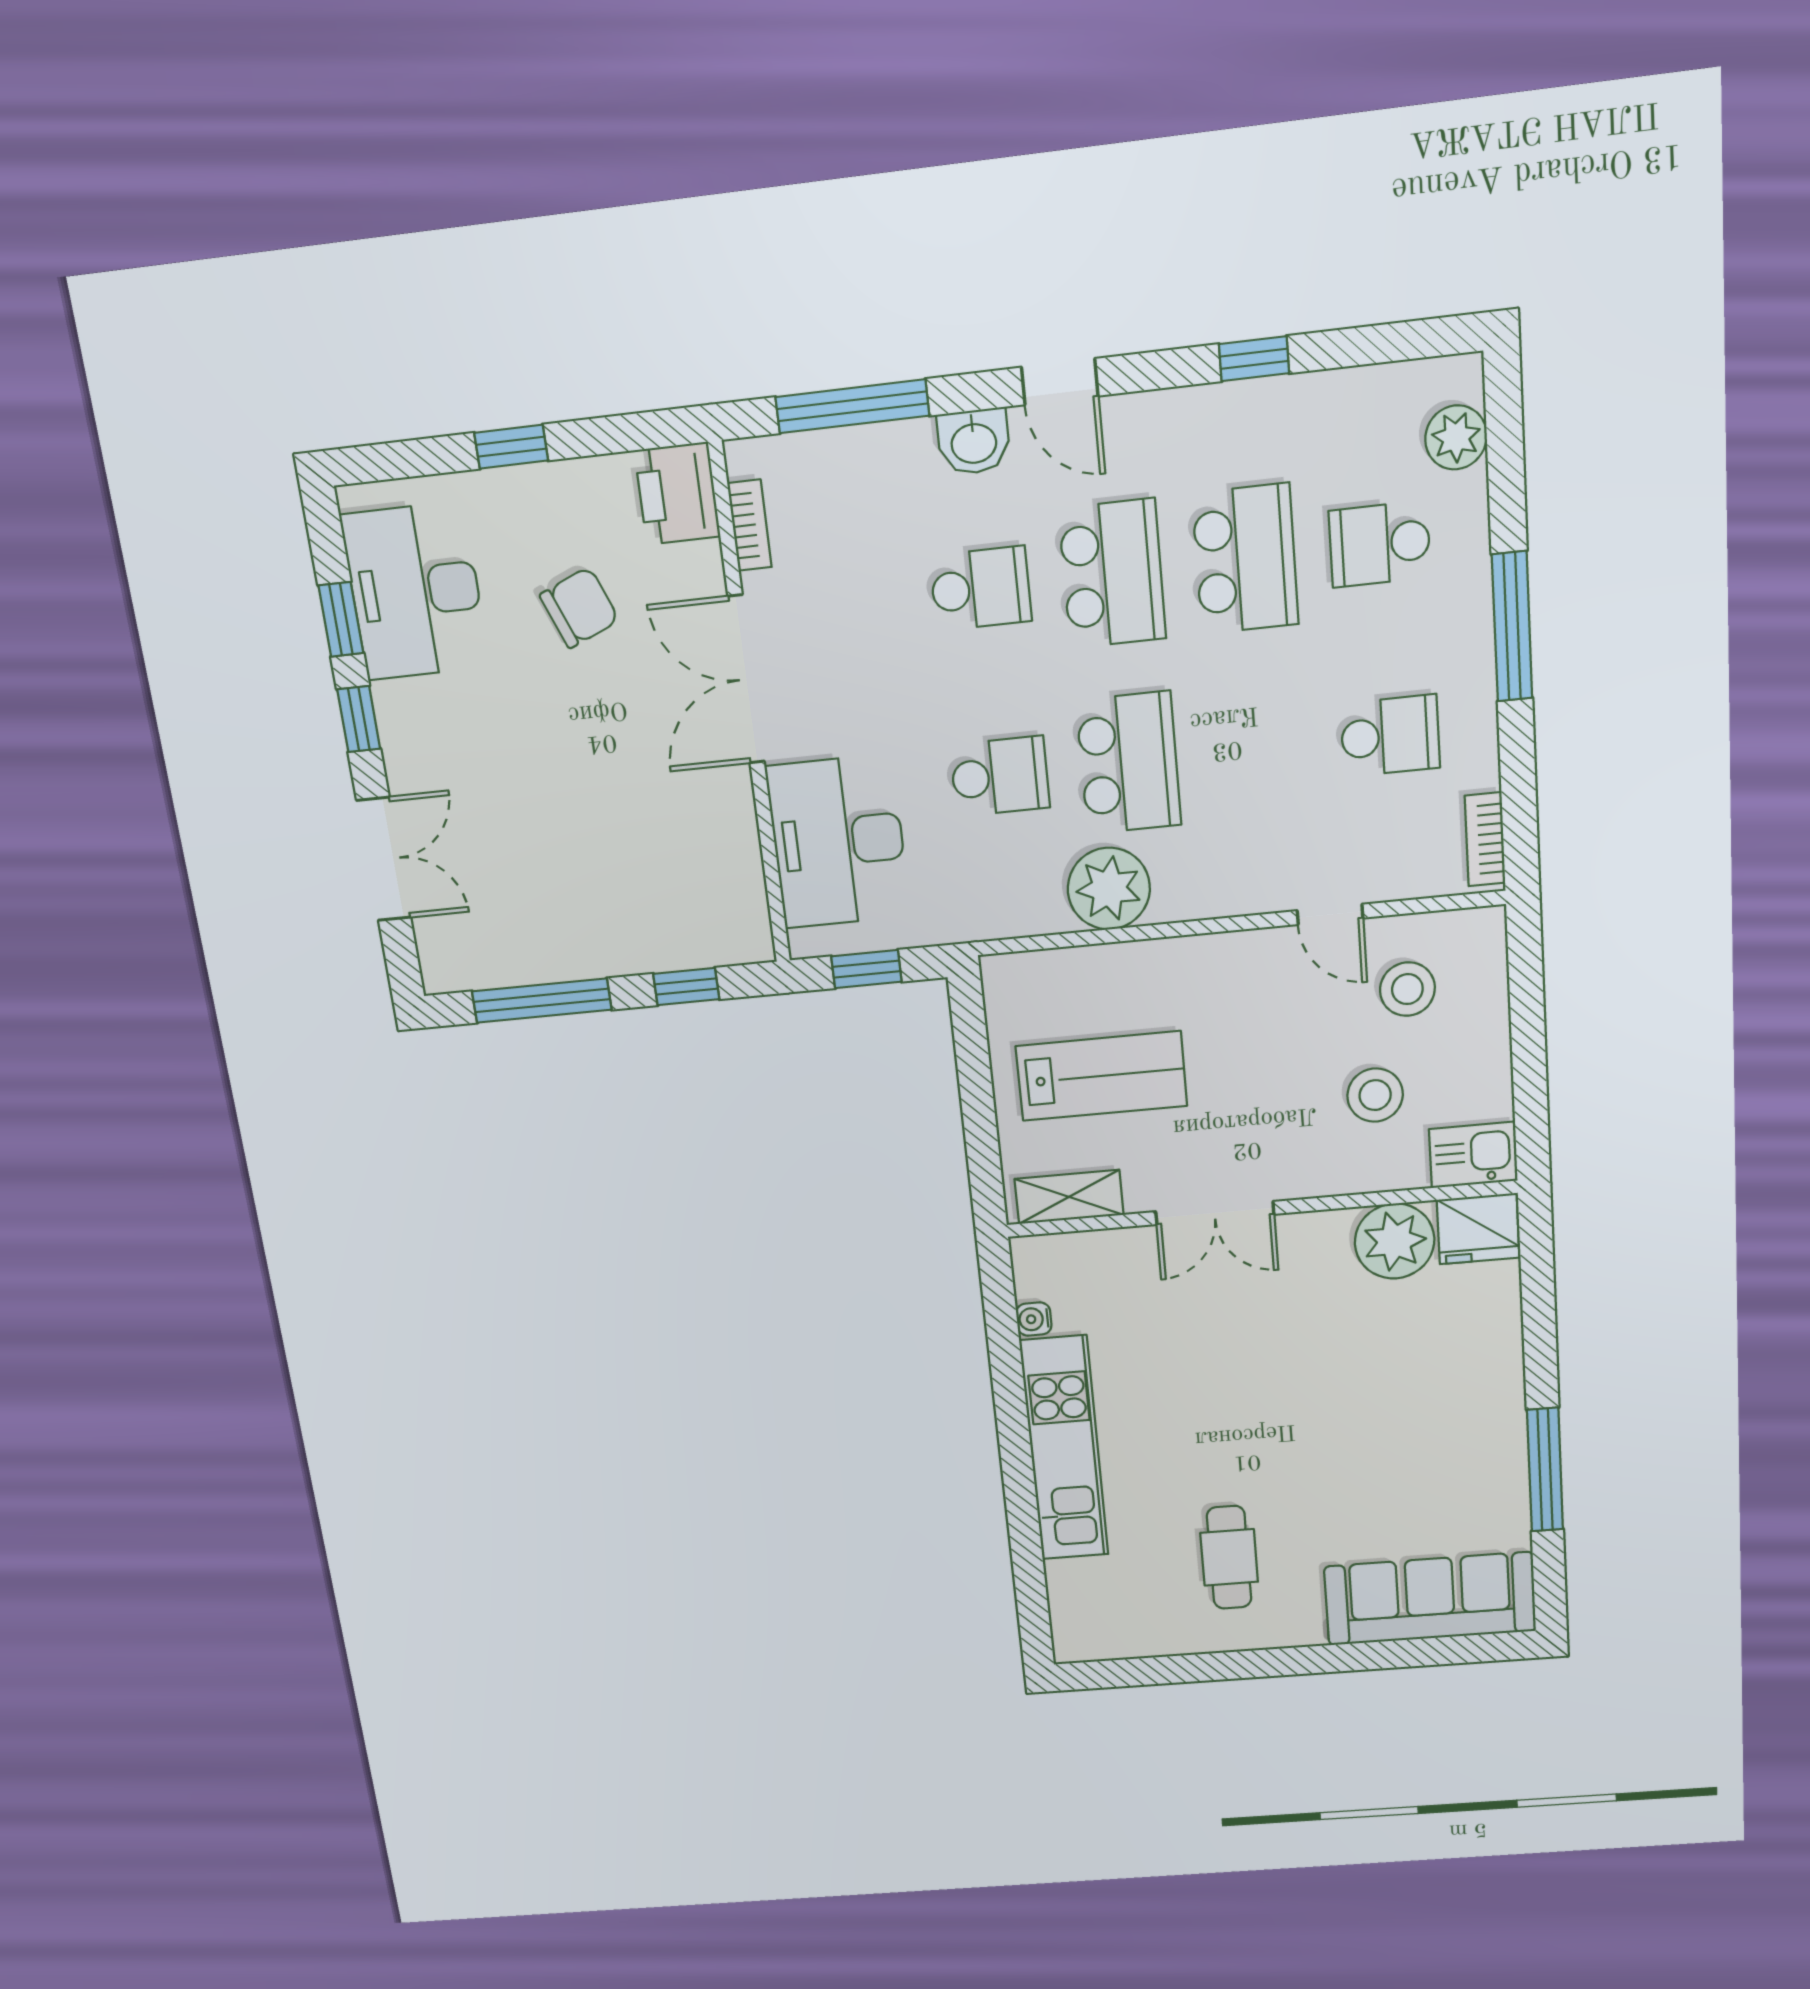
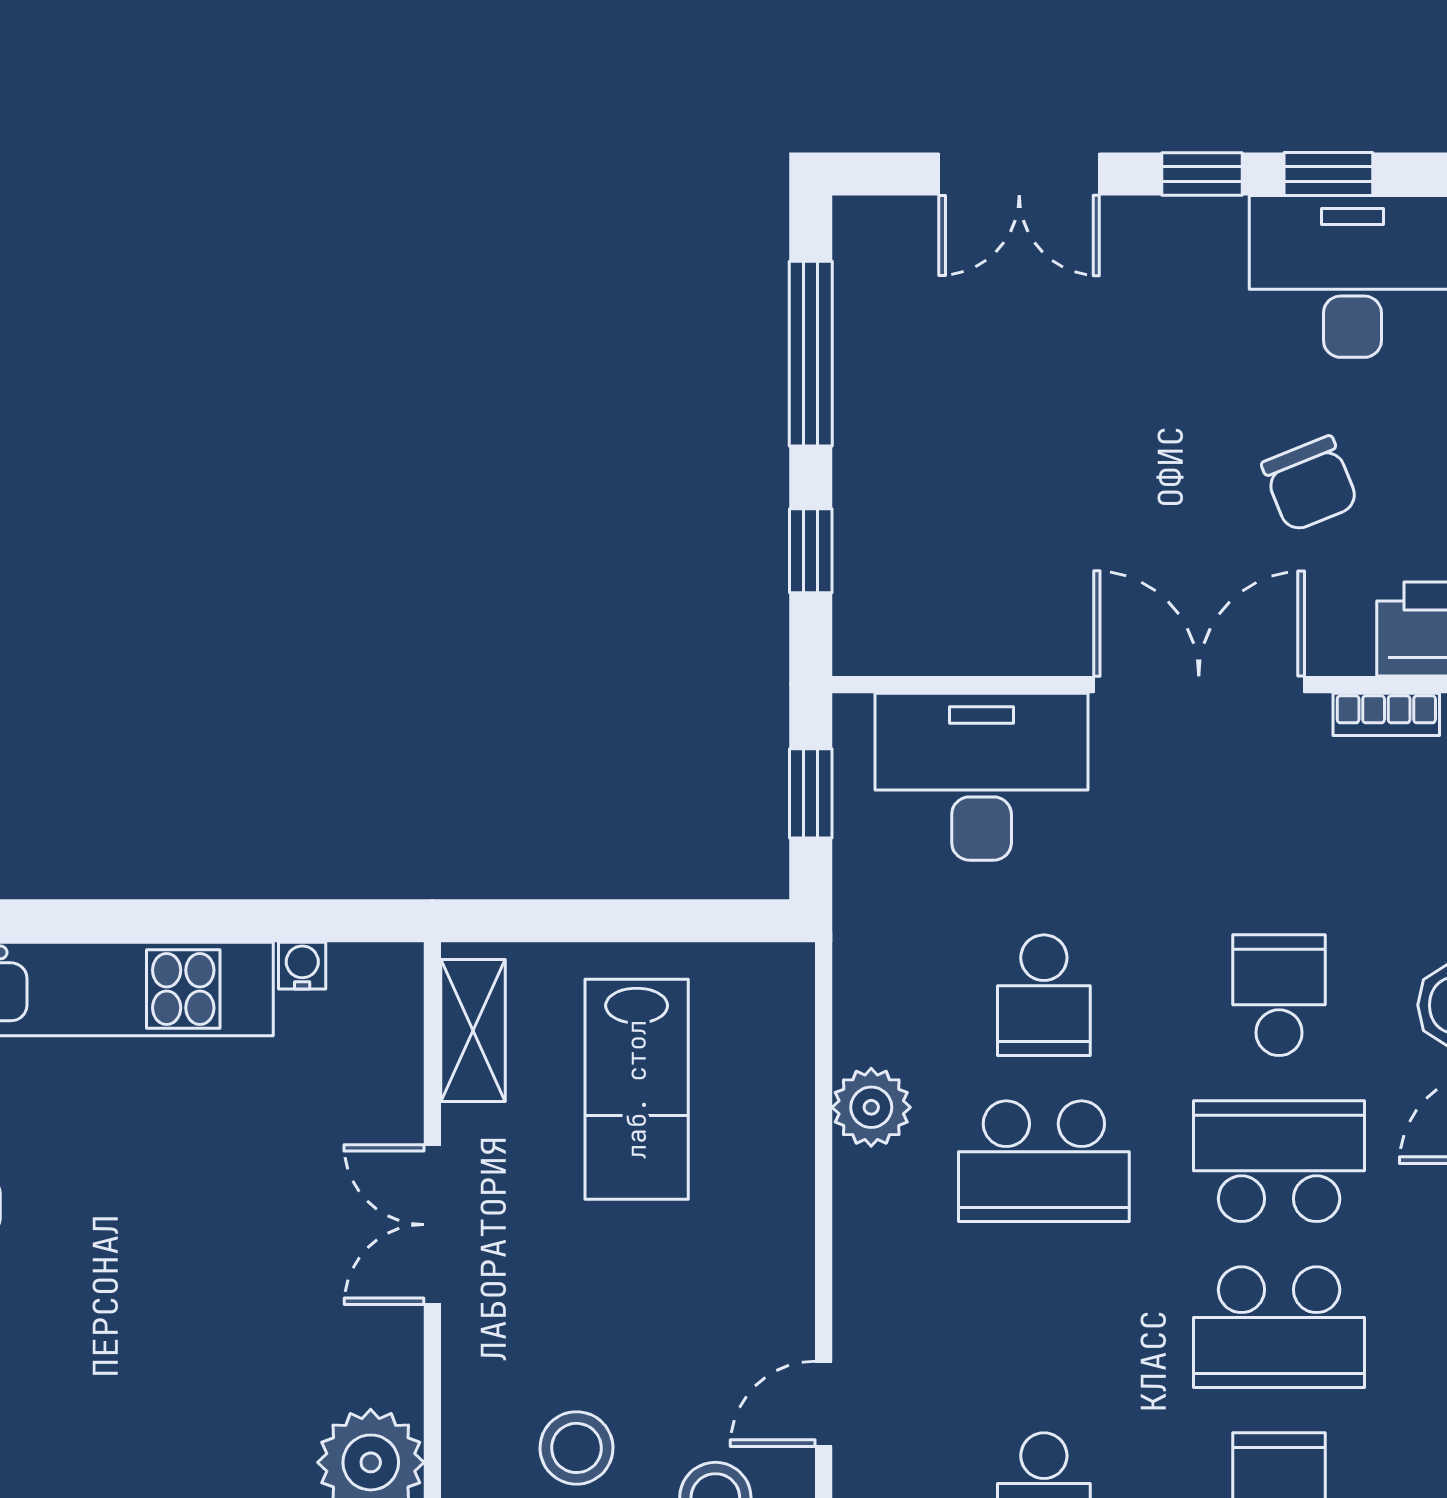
school desk: (1112, 574) -> (1279, 1161), turned 180
school desk: (981, 588) -> (1279, 995), turned 180
plant: (1109, 889) -> (871, 1107), width x0.73, depth x0.73

